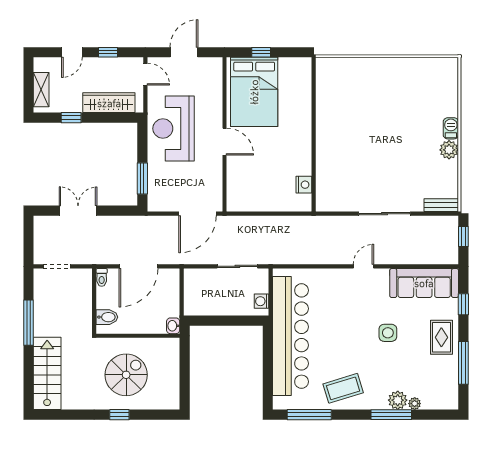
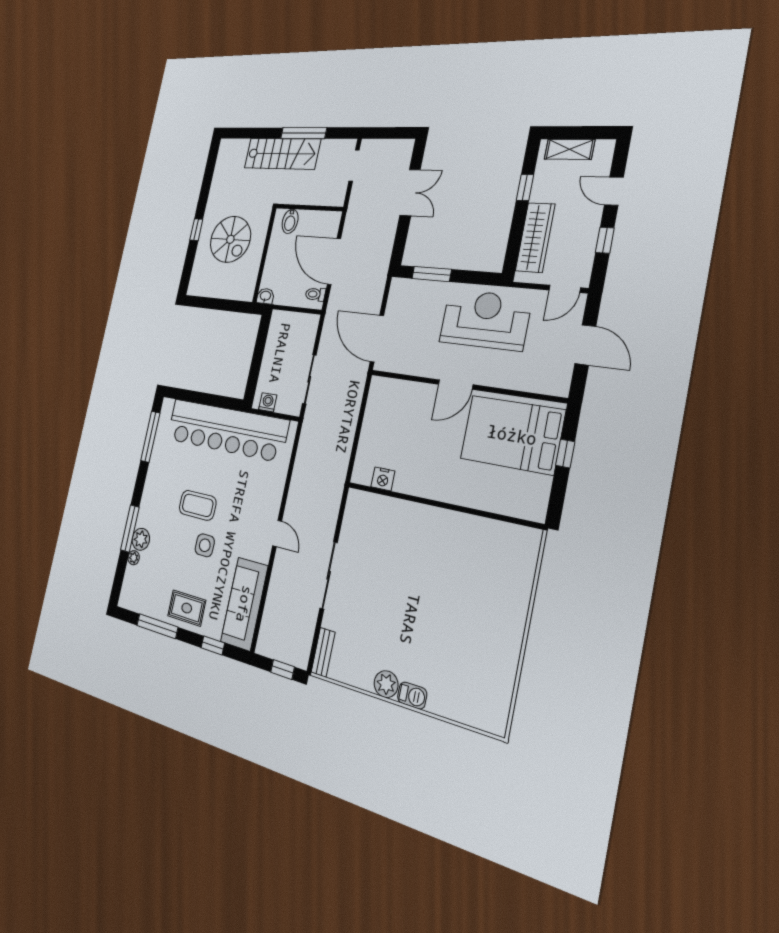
toilet: (102, 277) -> (315, 294), moved
stairs: (47, 373) -> (282, 154), moved
coffee table: (343, 388) -> (198, 505), moved, turned -73

